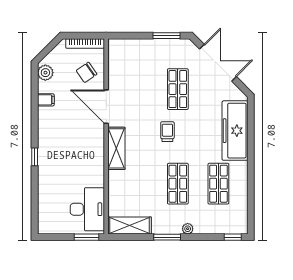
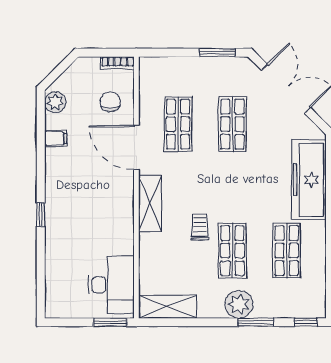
bookcase: (85, 43) -> (117, 63), width x0.64
chair: (87, 72) -> (110, 102), turned 125
shop shelf: (137, 89) -> (178, 124), added
trolley: (167, 132) -> (200, 227), moved
plant: (188, 229) -> (239, 304), width x1.87, depth x1.87
window: (167, 237) -> (256, 322), moved

